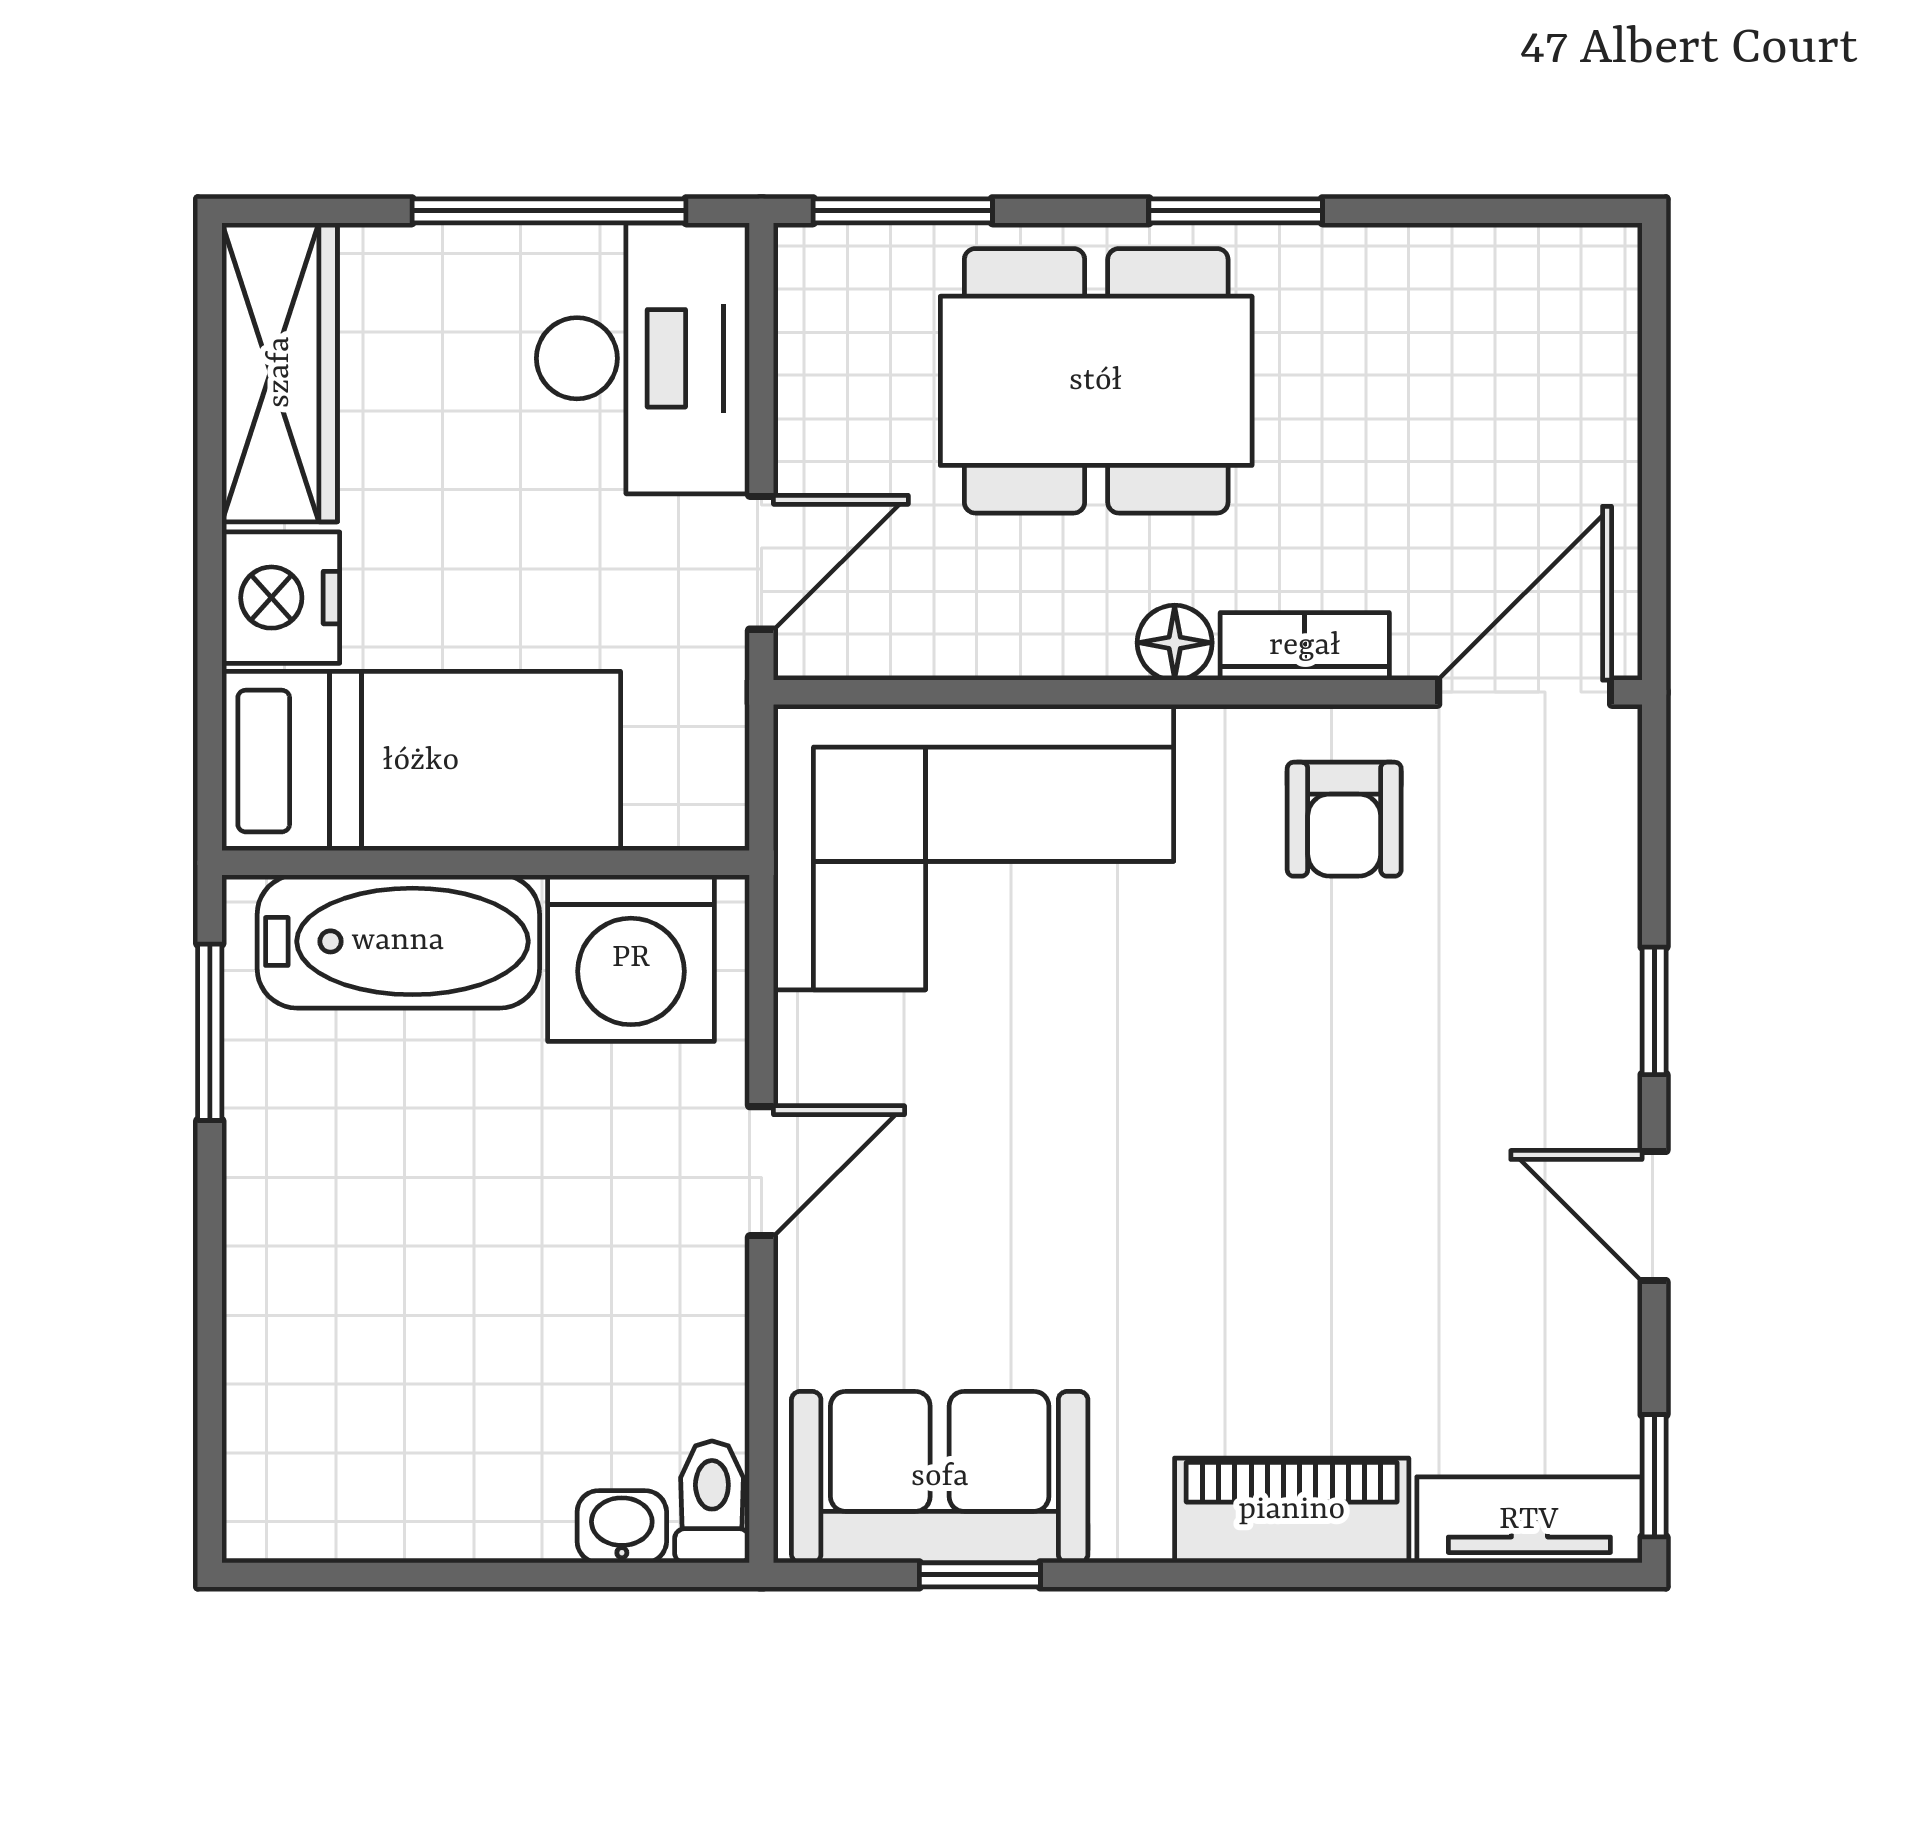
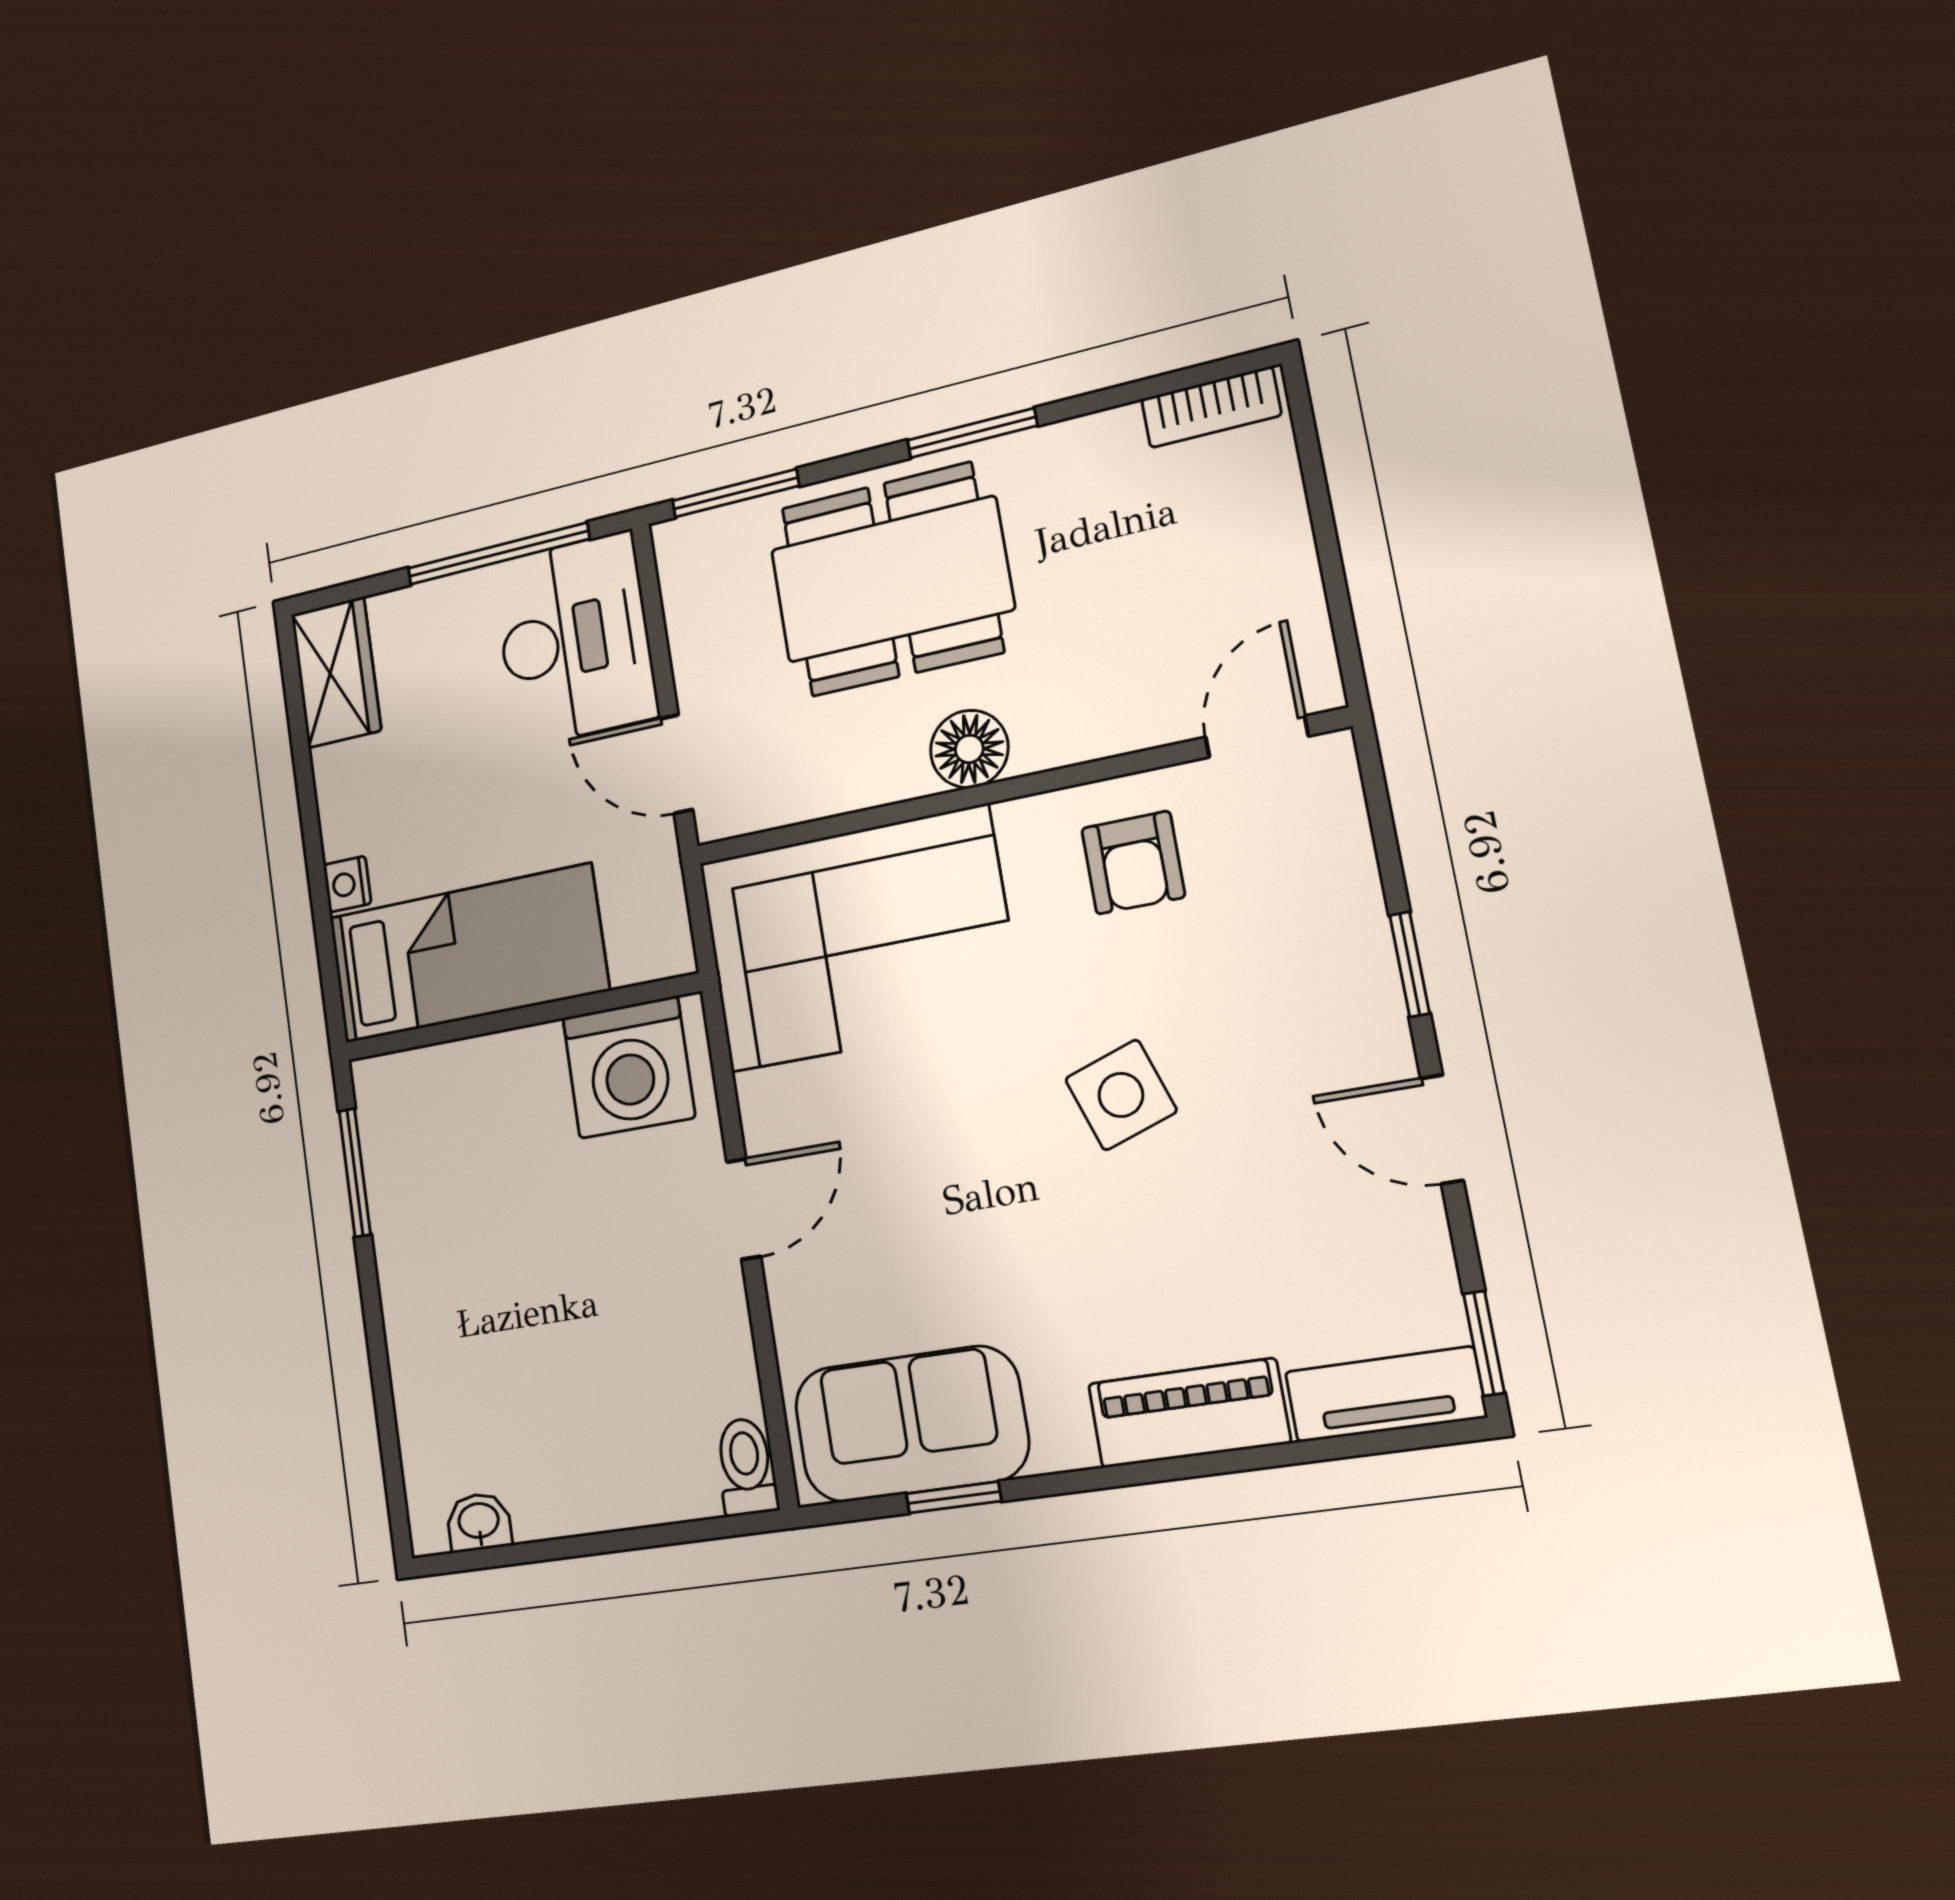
wardrobe: (280, 372) -> (336, 672), width x0.67
door: (761, 563) -> (676, 764), swing flipped
nightstand: (281, 598) -> (347, 884), width x0.53, depth x0.56
floor lamp: (1175, 643) -> (969, 749), width x1.37, depth x1.37
bookcase: (1305, 646) -> (1211, 407), moved, turned 180
door: (1525, 692) -> (1257, 737), width x0.73
bathtub: (398, 941) -> (470, 1085), removed
side table: (1277, 1108) -> (1121, 1095), added
washbasin: (622, 1527) -> (479, 1522), moved

